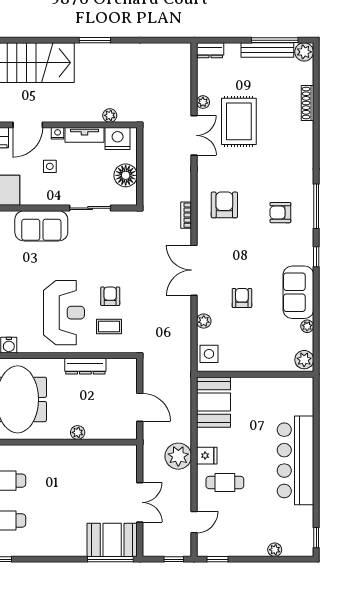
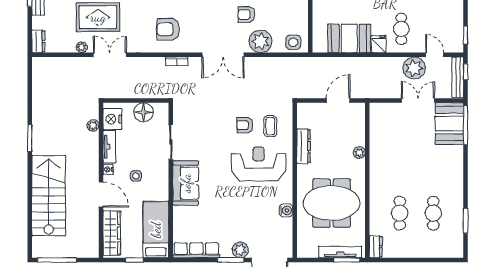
plant: (204, 321) -> (260, 41), width x1.87, depth x1.87
booth: (213, 402) -> (349, 38), moved
plant: (178, 456) -> (414, 68), moved
bench: (167, 550) -> (458, 77), added

